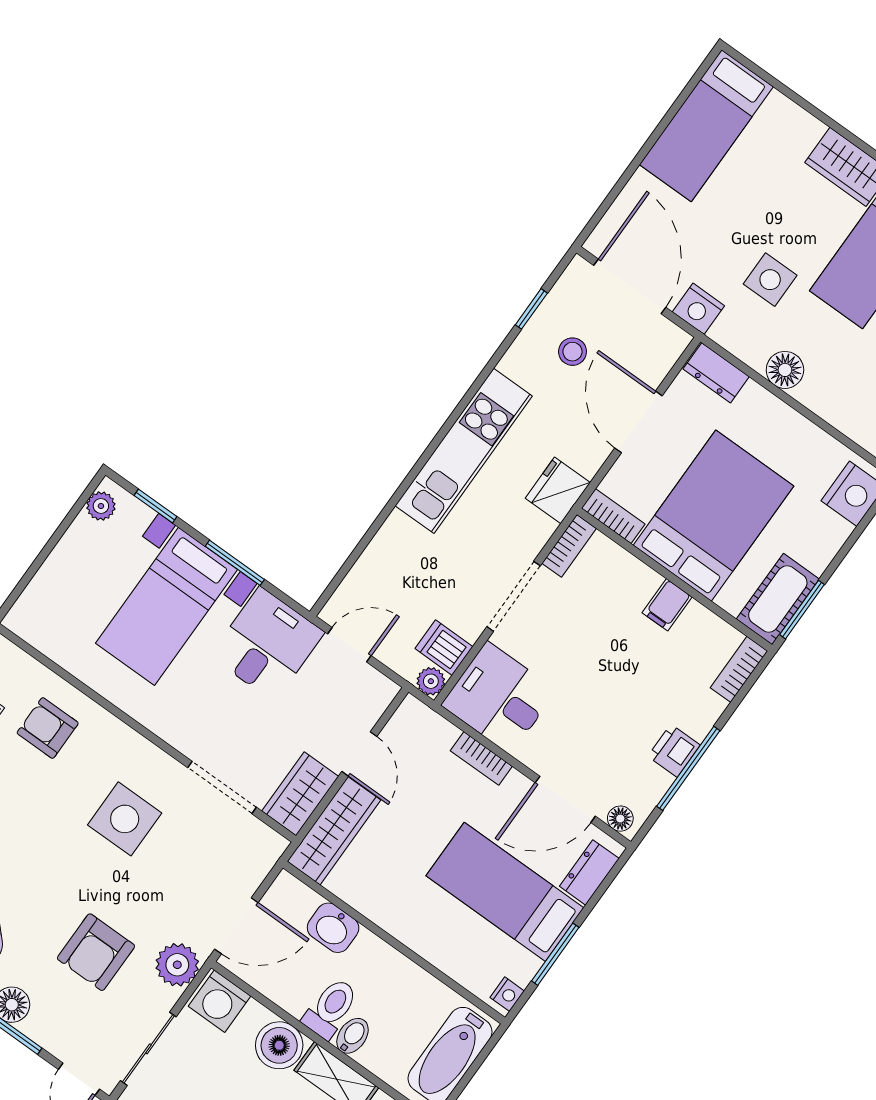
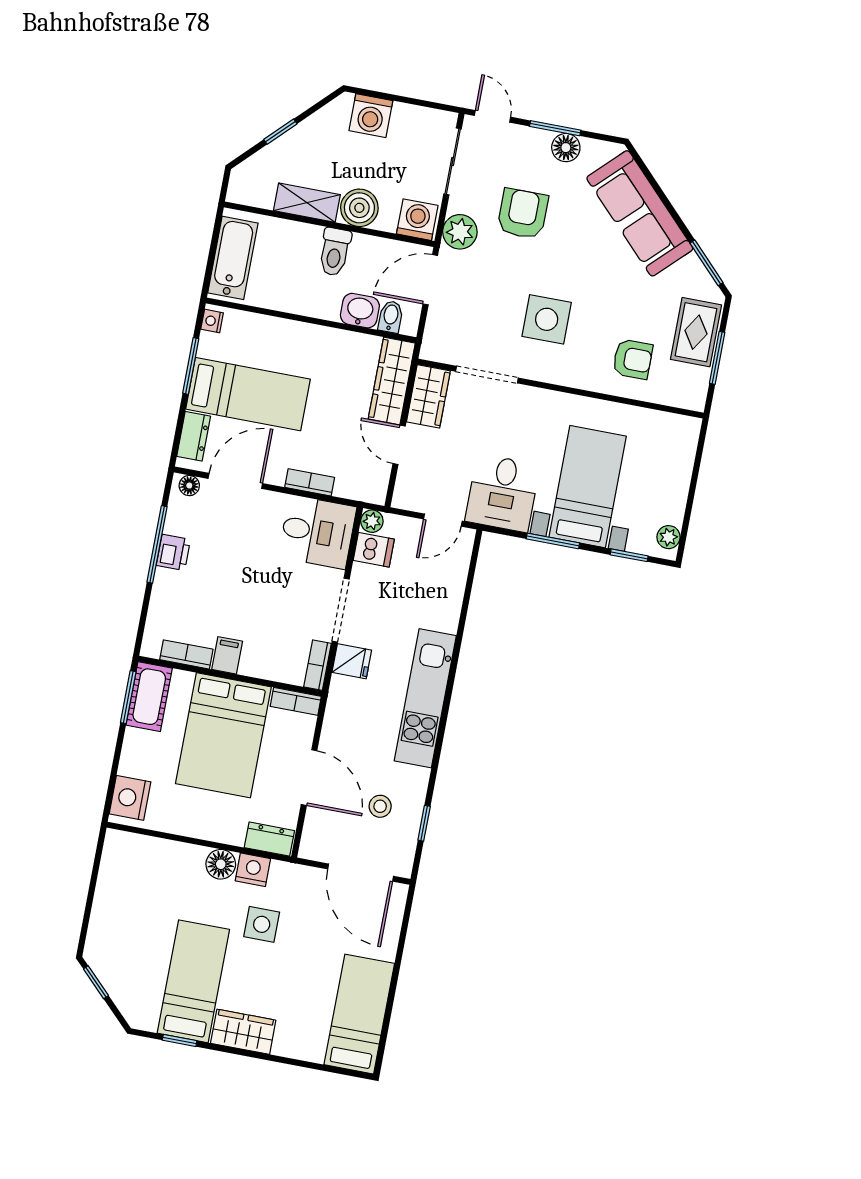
nightstand: (698, 309) -> (253, 870), moved
fridge: (558, 490) -> (352, 661), moved, width x0.72
bookcase: (739, 669) -> (186, 654), moved, turned -90
bidet: (352, 1036) -> (391, 317), moved, turned 180

